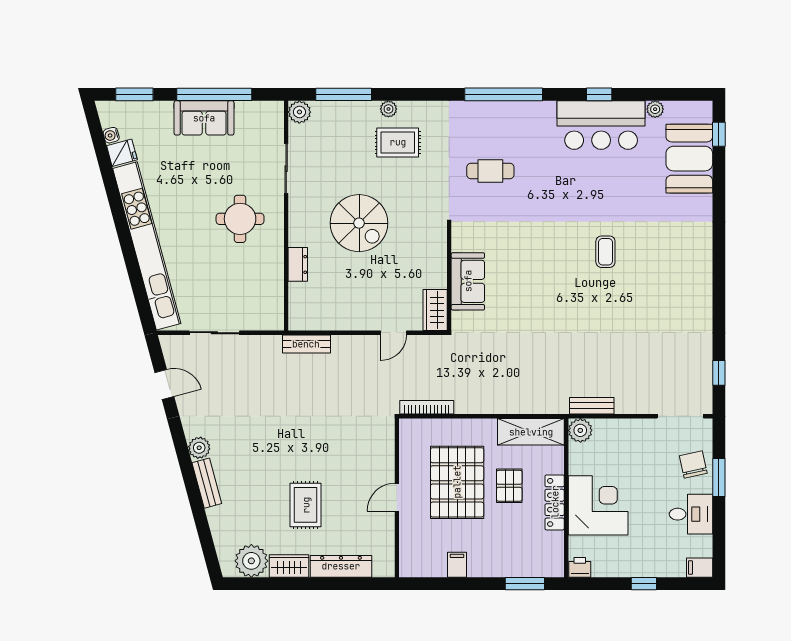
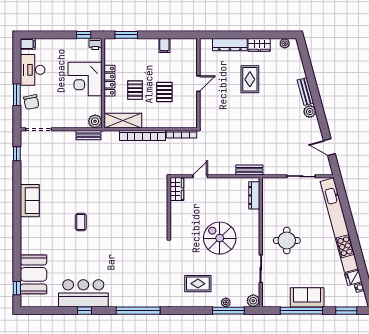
plant: (388, 109) -> (226, 302), moved
plant: (655, 109) -> (53, 302), removed
cafe table: (490, 171) -> (146, 267), removed
dresser: (298, 264) -> (254, 195), moved, width x1.44
sofa: (468, 281) -> (30, 201), moved, turned 180
bookcase: (496, 405) -> (143, 136), added
pallet: (457, 482) -> (164, 92), width x0.49, depth x0.50
desk: (691, 514) -> (33, 70), width x1.37
plant: (251, 561) -> (285, 43), width x0.53, depth x0.53
window: (644, 584) -> (84, 35), moved

